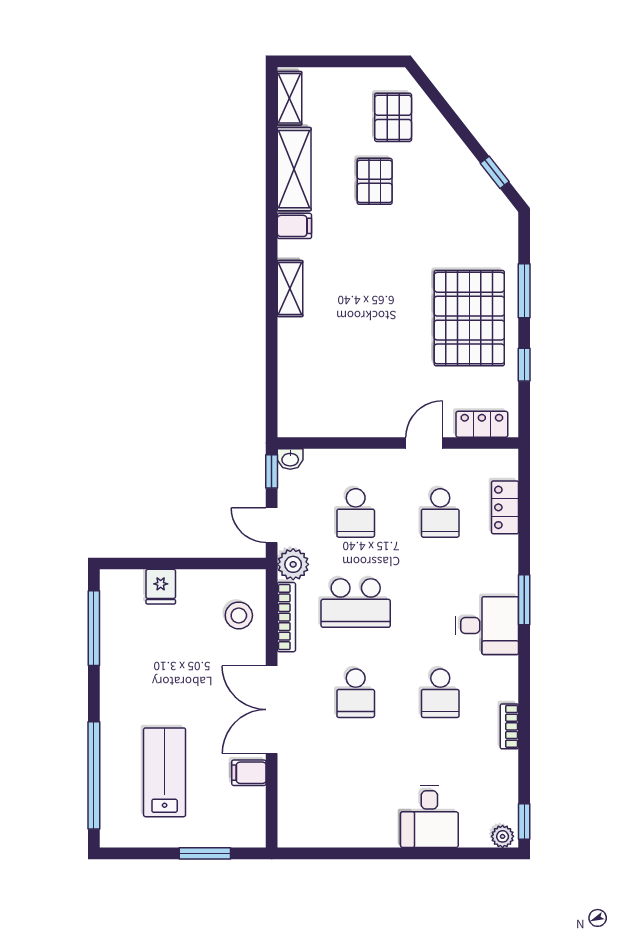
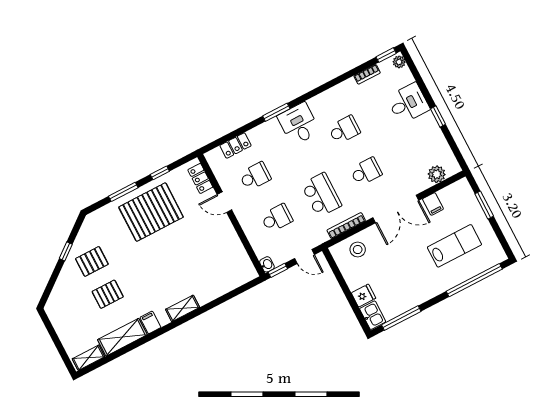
pallet: (393, 117) -> (92, 261), moved
window: (495, 172) -> (66, 251), moved
door: (272, 525) -> (304, 257), hinge flipped
plant: (293, 564) -> (437, 174), moved
kitchen sink: (122, 585) -> (373, 315), added
bookcase: (509, 726) -> (367, 74), moved
lab bench: (165, 772) -> (454, 246), turned 180
window: (384, 853) -> (438, 116), added

